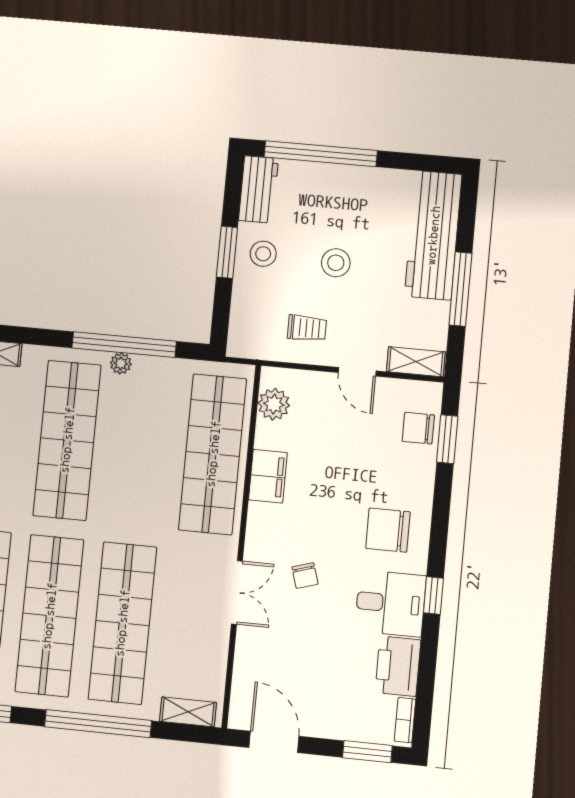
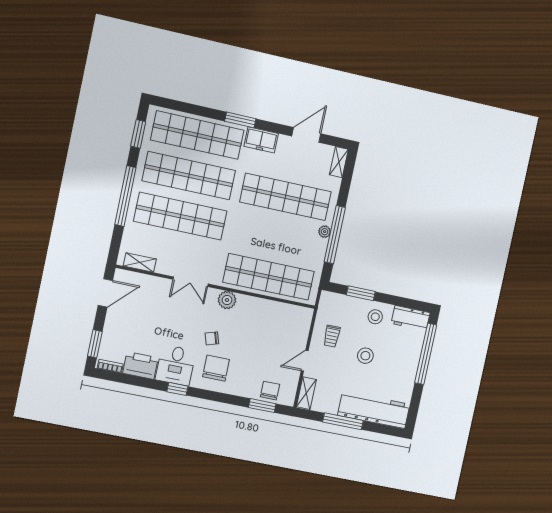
window: (227, 252) -> (361, 293), moved
plant: (274, 404) -> (227, 300), moved
filing cabinet: (268, 476) -> (253, 306), removed
chair: (305, 576) -> (212, 338), moved
shelving: (188, 712) -> (140, 263), moved, turned 90

